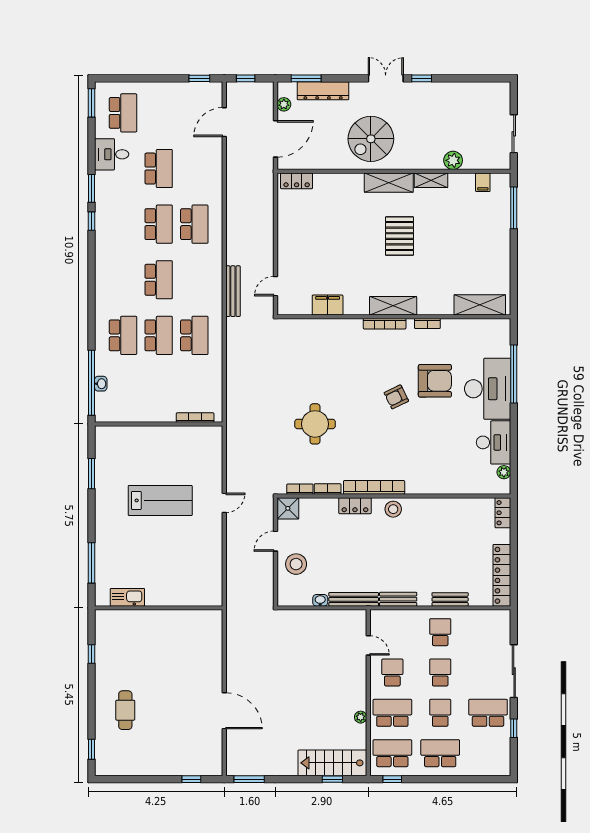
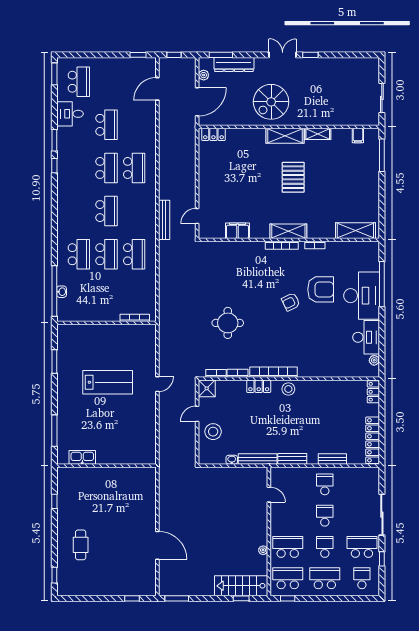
plant: (453, 160) -> (335, 118), removed
school desk: (392, 672) -> (362, 578), moved

